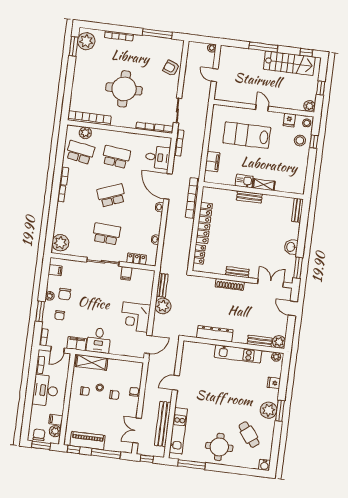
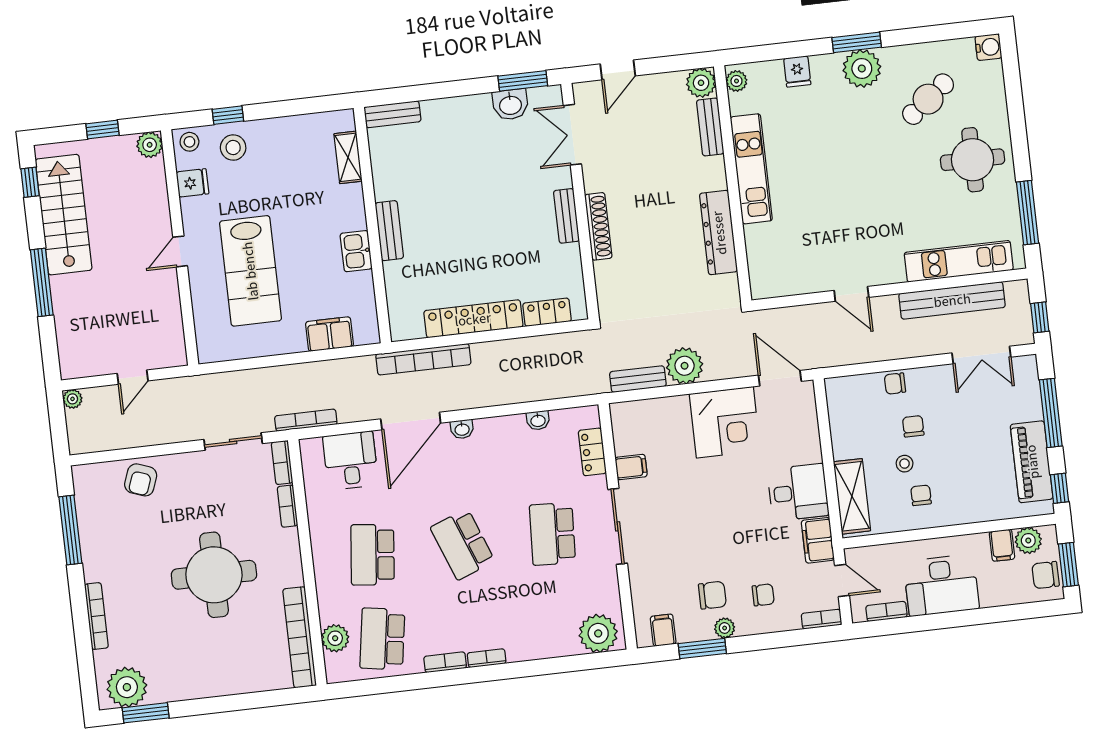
shelving: (264, 185) -> (348, 157), moved
washbasin: (291, 247) -> (510, 105), moved
window: (40, 311) -> (702, 648), moved

